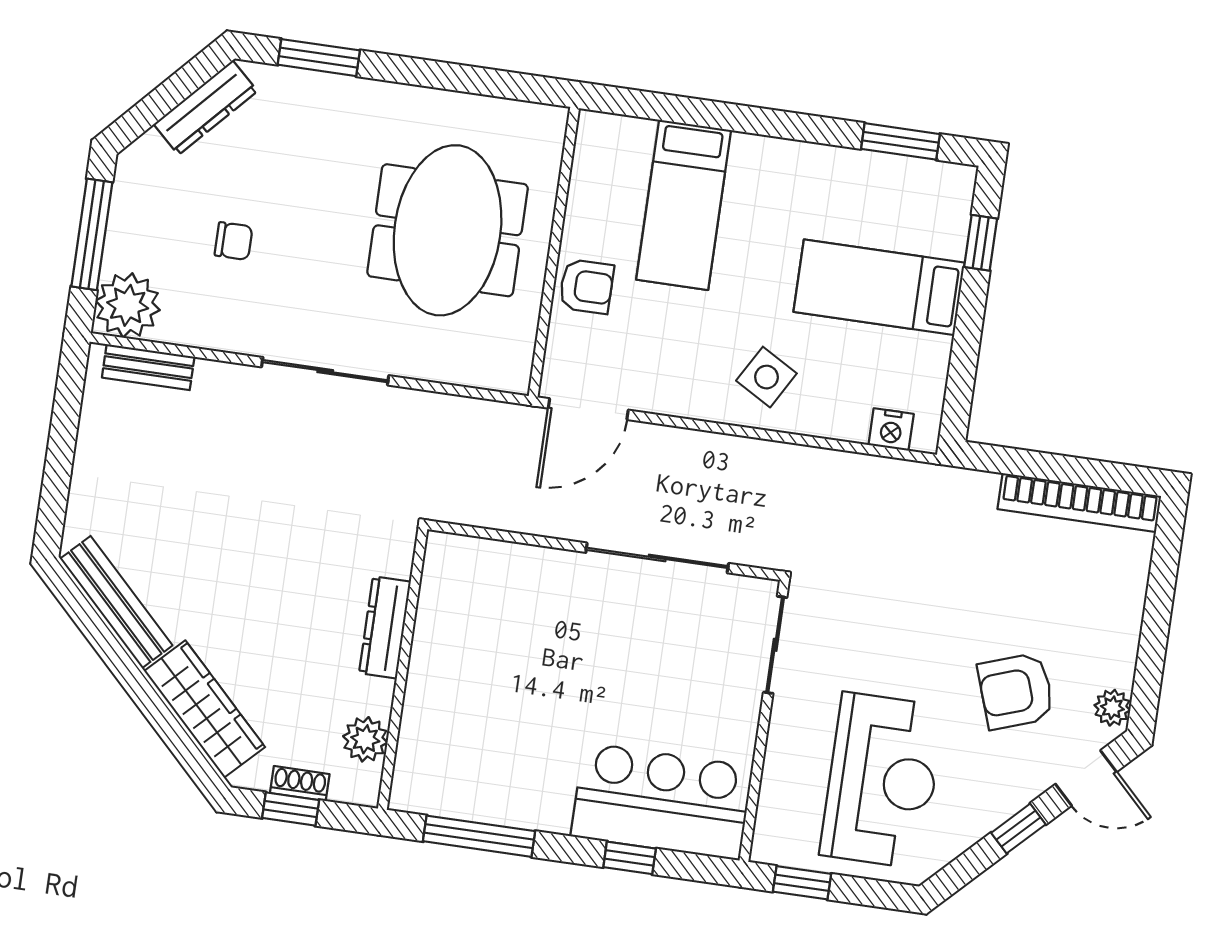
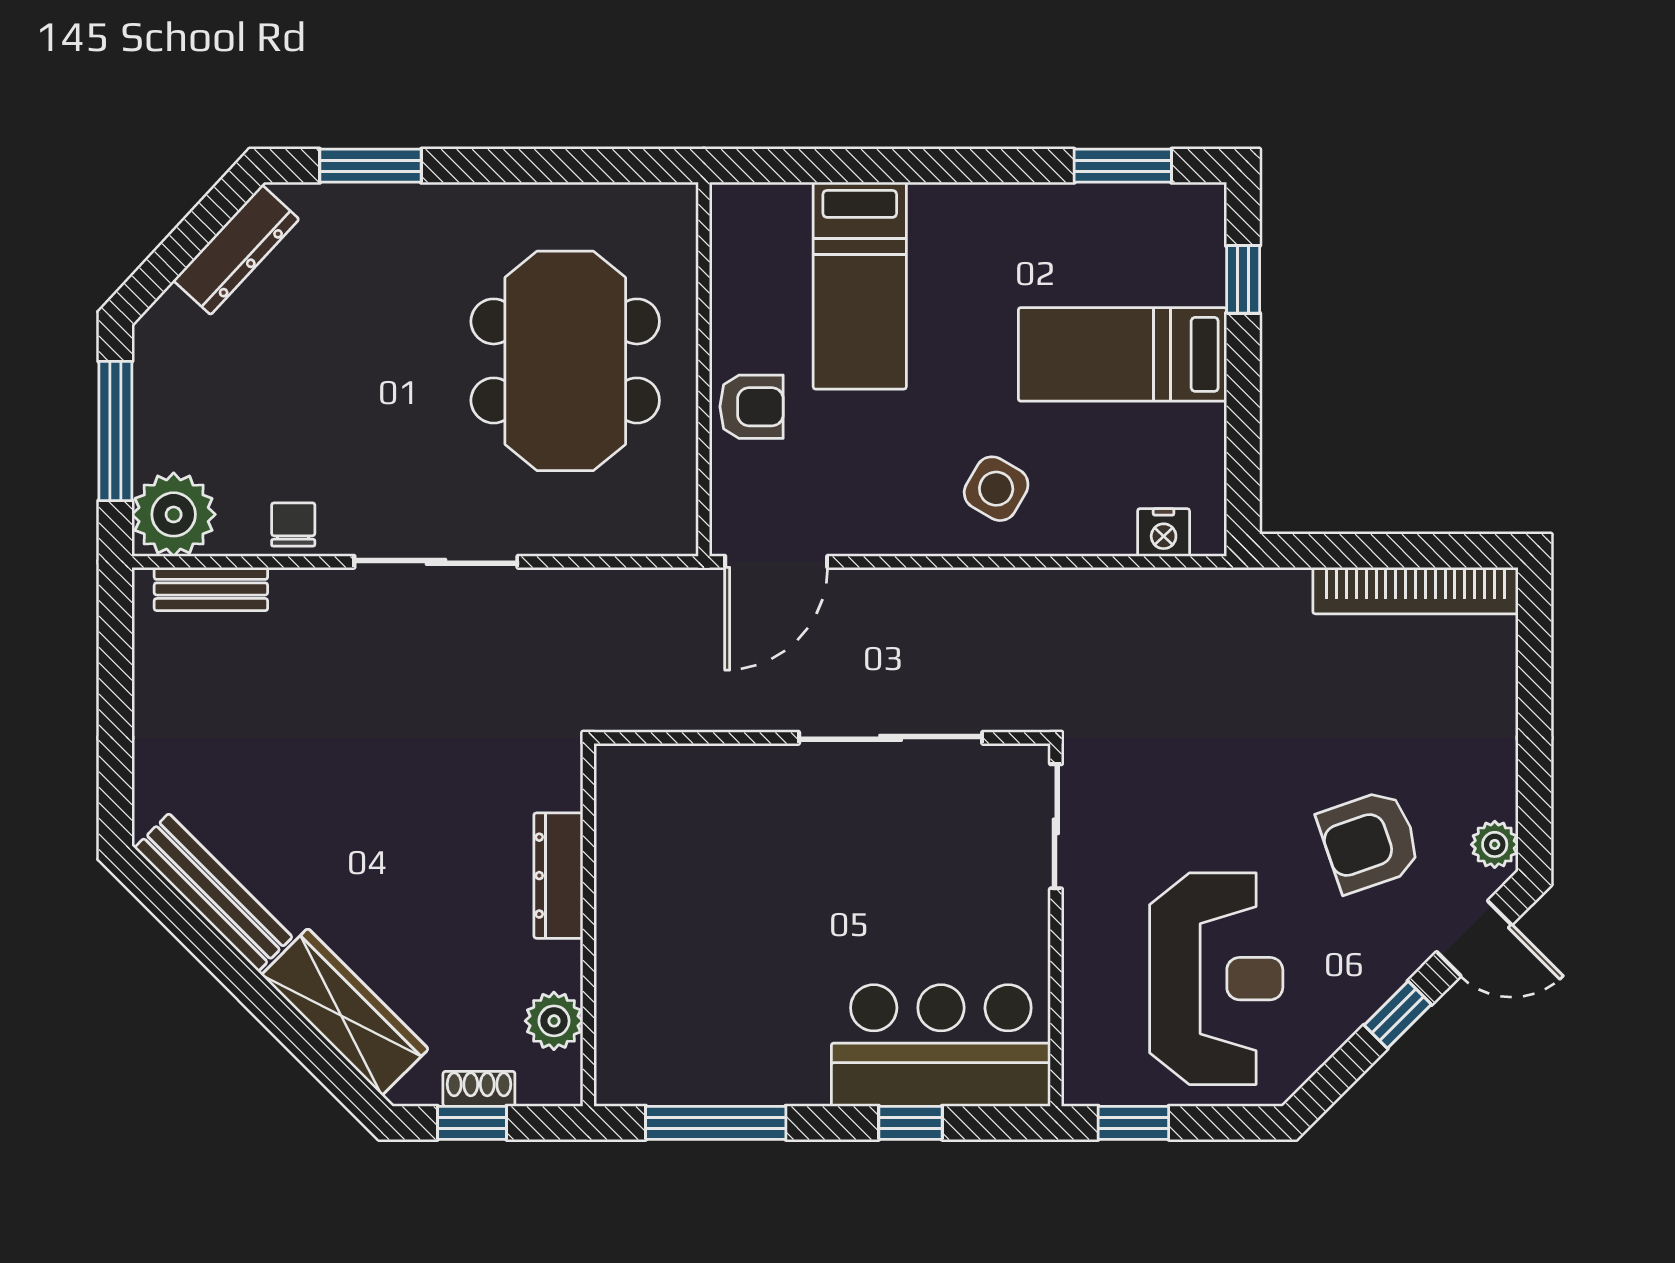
chair: (233, 241) -> (293, 524), moved, turned -90

